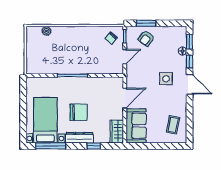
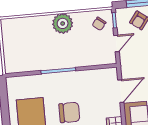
plant: (46, 31) -> (63, 23), moved, width x1.87, depth x1.87

